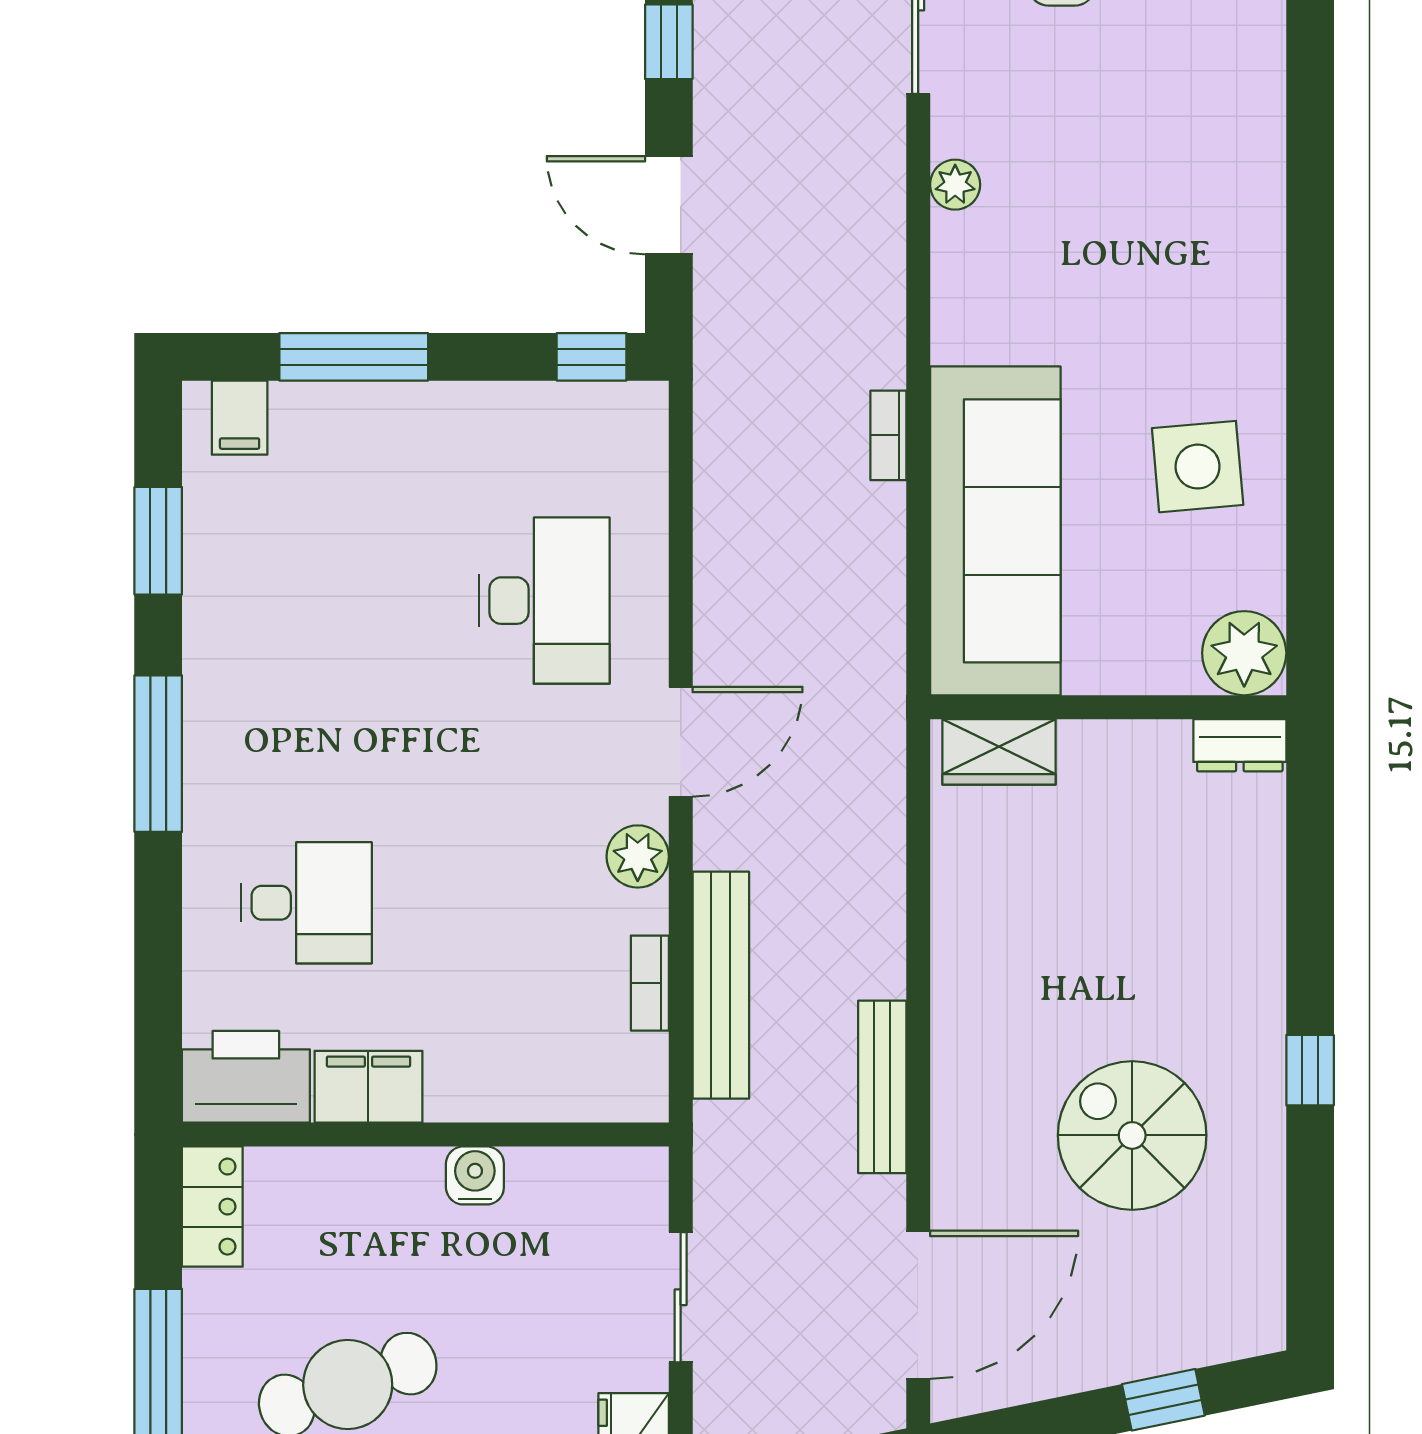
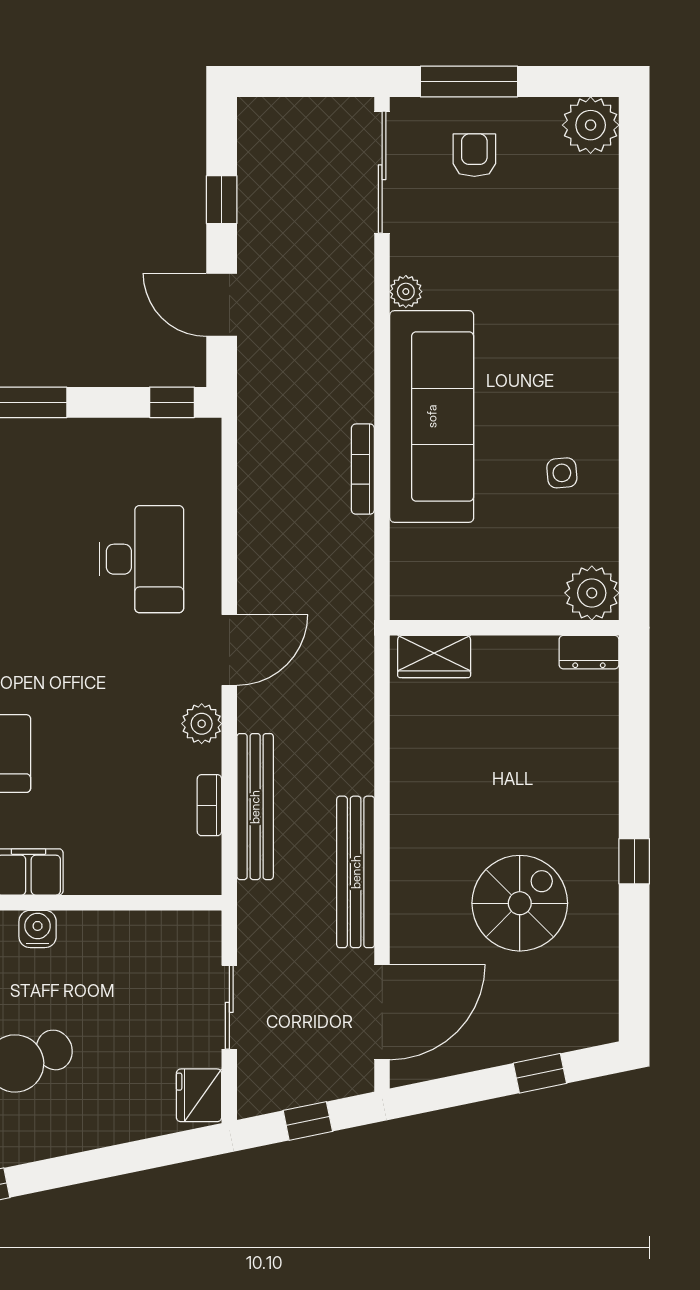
bookcase: (888, 435) -> (363, 469), width x1.56
side table: (1198, 467) -> (562, 473), width x0.54, depth x0.54
sofa: (995, 531) -> (432, 416), moved
bench: (882, 1087) -> (356, 872), width x1.37, depth x1.21
spiral stairs: (1132, 1135) -> (520, 903), turned 90
water cooler: (475, 1175) -> (38, 929), moved

